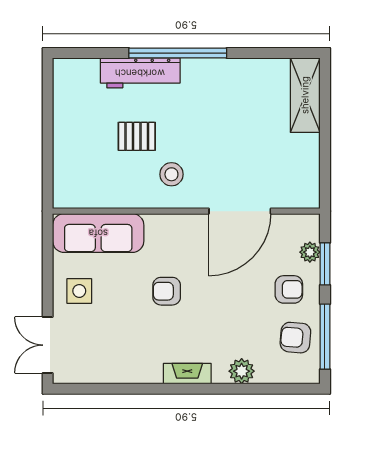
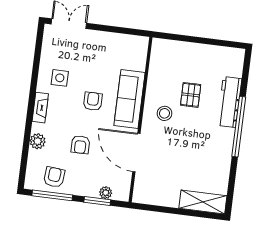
sofa: (98, 233) -> (129, 99), moved
armchair: (289, 289) -> (80, 145), moved
side table: (79, 291) -> (60, 78), moved

